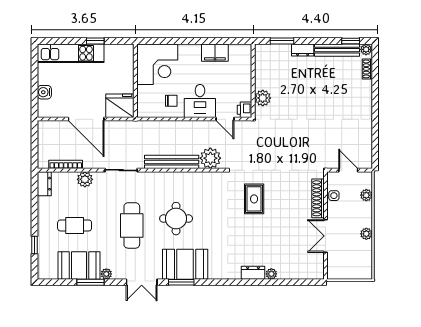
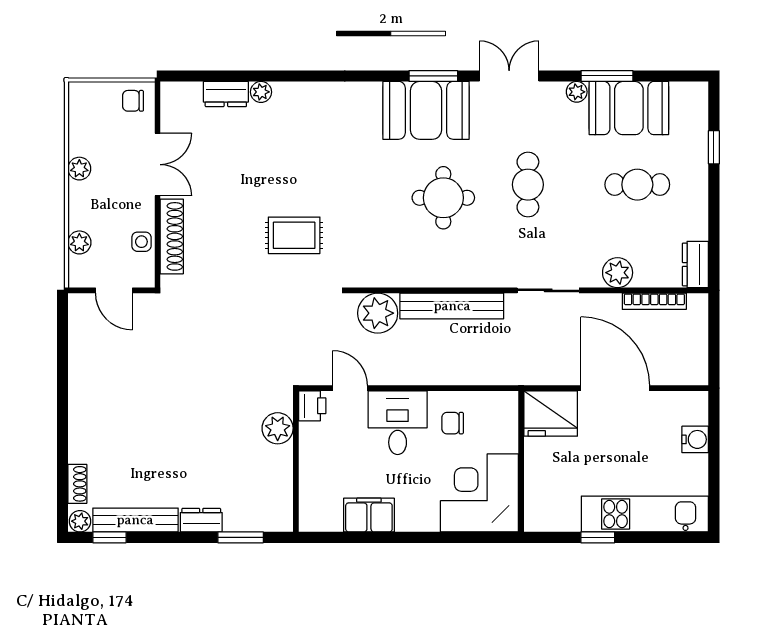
rug: (254, 199) -> (294, 235), turned 90
cafe table: (132, 225) -> (528, 185), width x0.73, depth x0.74
chair: (338, 269) -> (133, 101), added
dresser: (253, 273) -> (226, 94), moved

